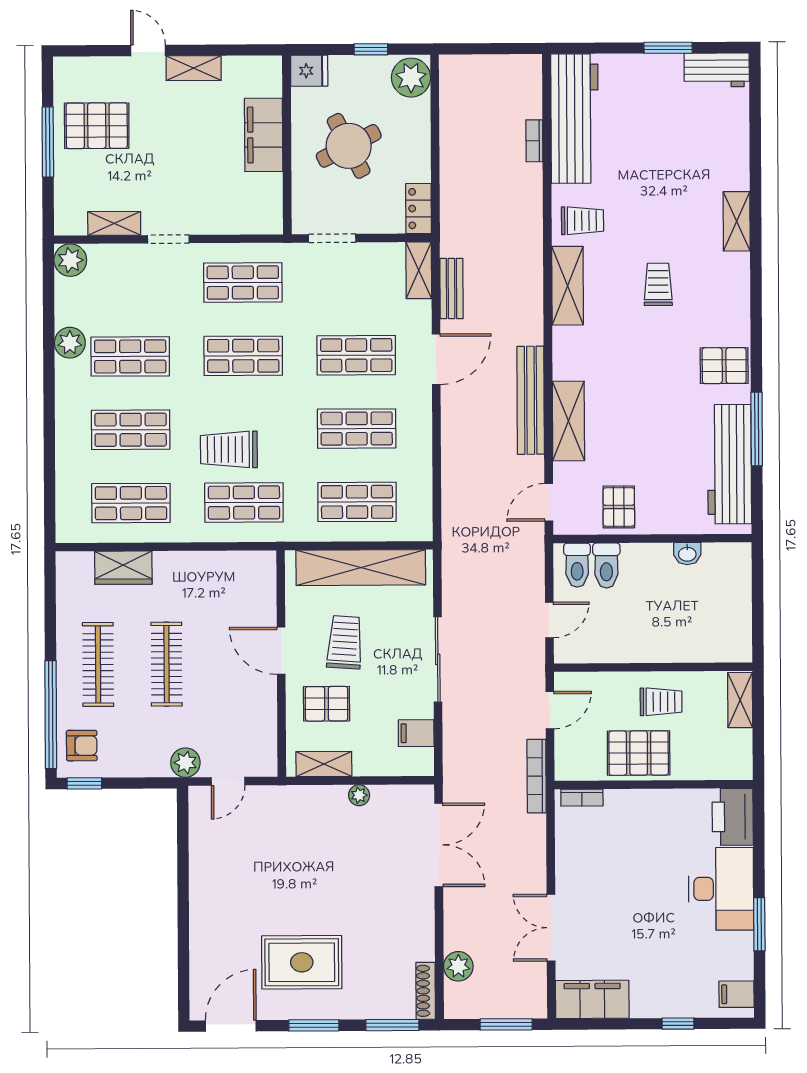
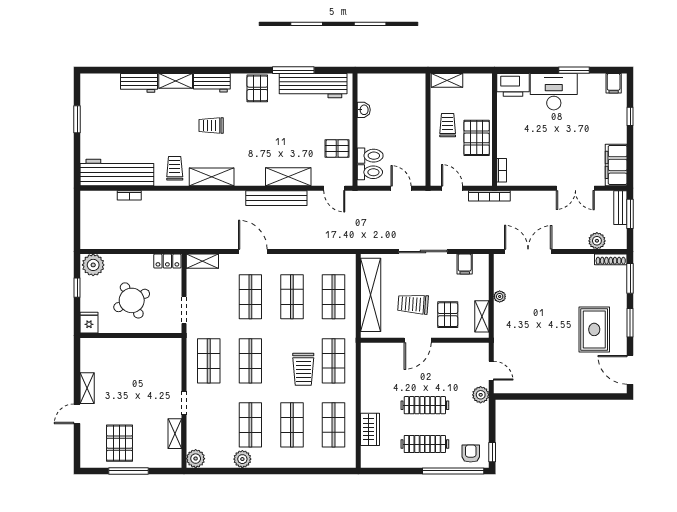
workbench: (717, 70) -> (139, 83), moved, turned 90
filing cabinet: (264, 135) -> (125, 349), removed
workbench: (734, 285) -> (212, 83), added
bench: (451, 288) -> (620, 208), moved, turned 90

